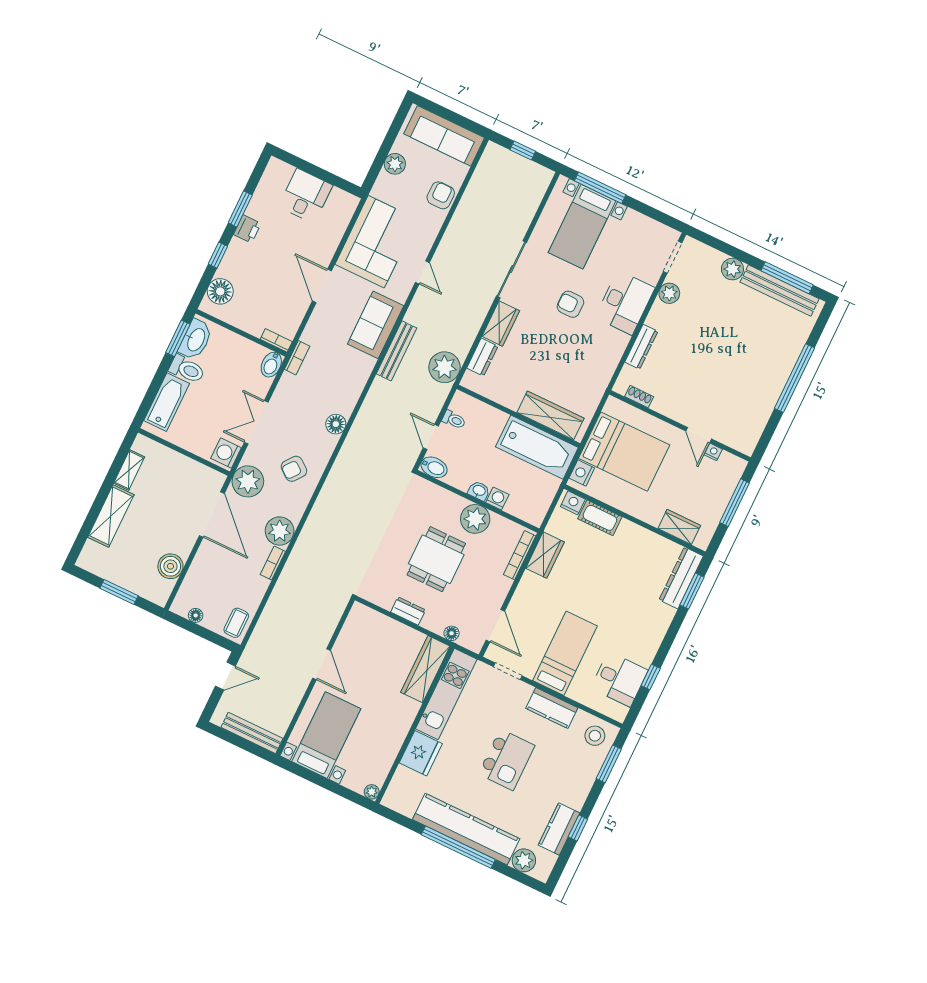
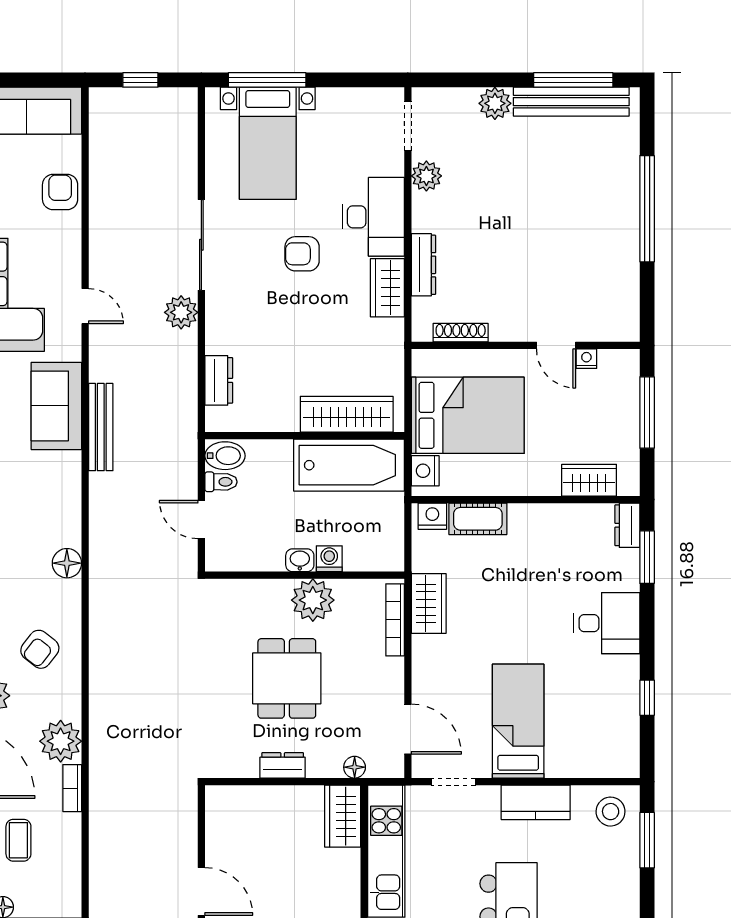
wardrobe: (501, 324) -> (387, 288), moved, turned 180
plant: (444, 367) -> (181, 312), moved, width x0.73, depth x0.73
shoe rack: (639, 397) -> (461, 333), width x1.43
bidet: (434, 467) -> (225, 456), moved
dresser: (681, 578) -> (627, 525), width x0.51, depth x0.80
coffee table: (236, 623) -> (18, 840), moved
wardrobe: (425, 669) -> (343, 816), width x0.67
desk: (619, 679) -> (607, 623), moved

